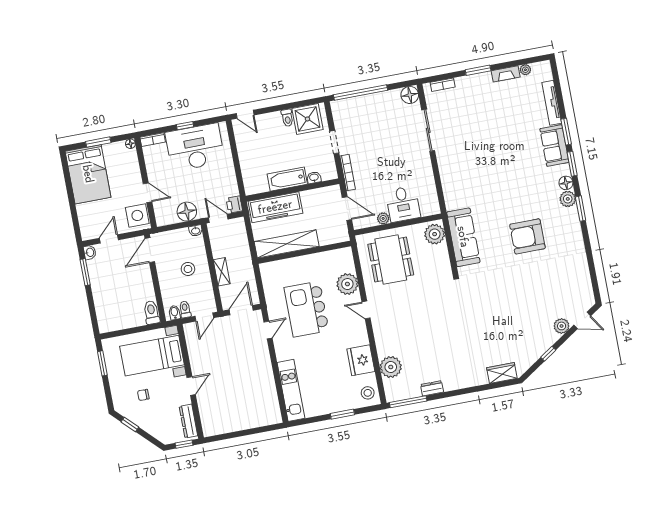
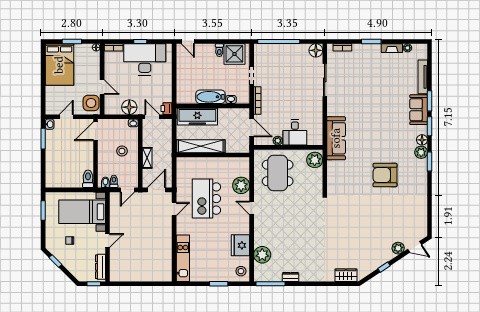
sofa: (463, 237) -> (336, 138), moved

